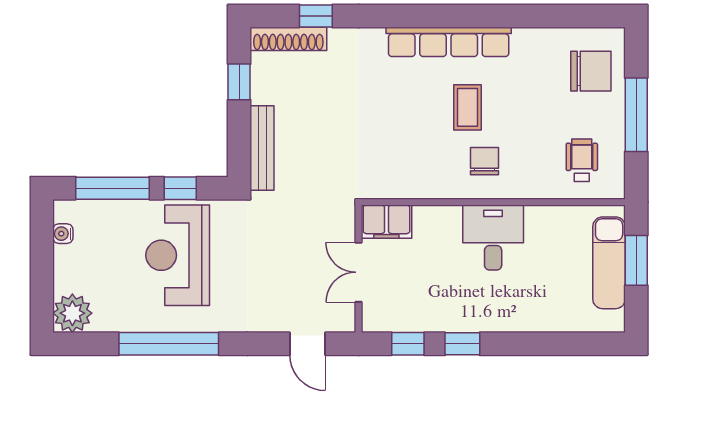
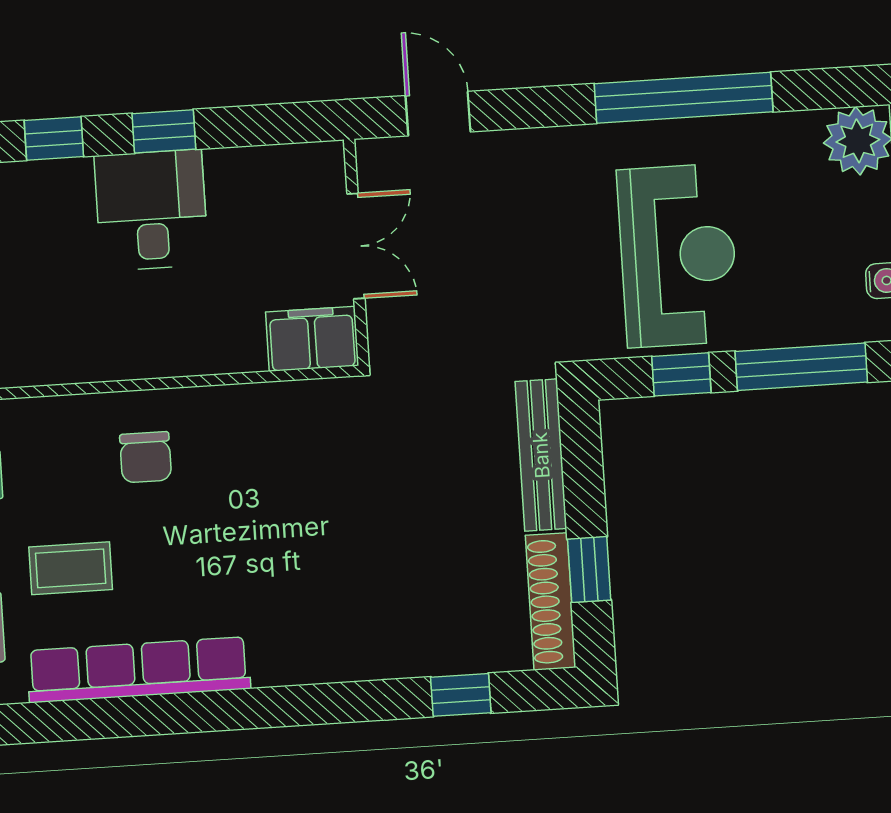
shoe rack: (288, 39) -> (551, 601), moved, turned -90
row of seats: (449, 42) -> (138, 670), moved
coffee table: (467, 107) -> (71, 568), moved, turned 90
desk: (493, 238) -> (151, 210), moved, turned 180
window: (408, 344) -> (54, 138), moved

